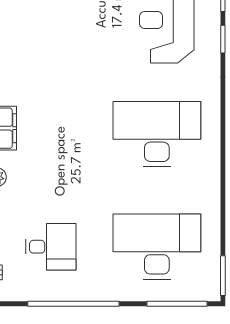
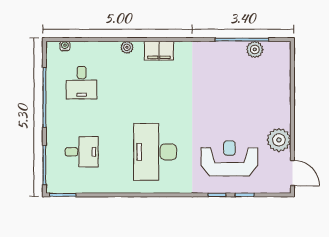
desk: (157, 134) -> (155, 152), turned 180
desk: (157, 247) -> (82, 152), width x0.53, depth x0.77

